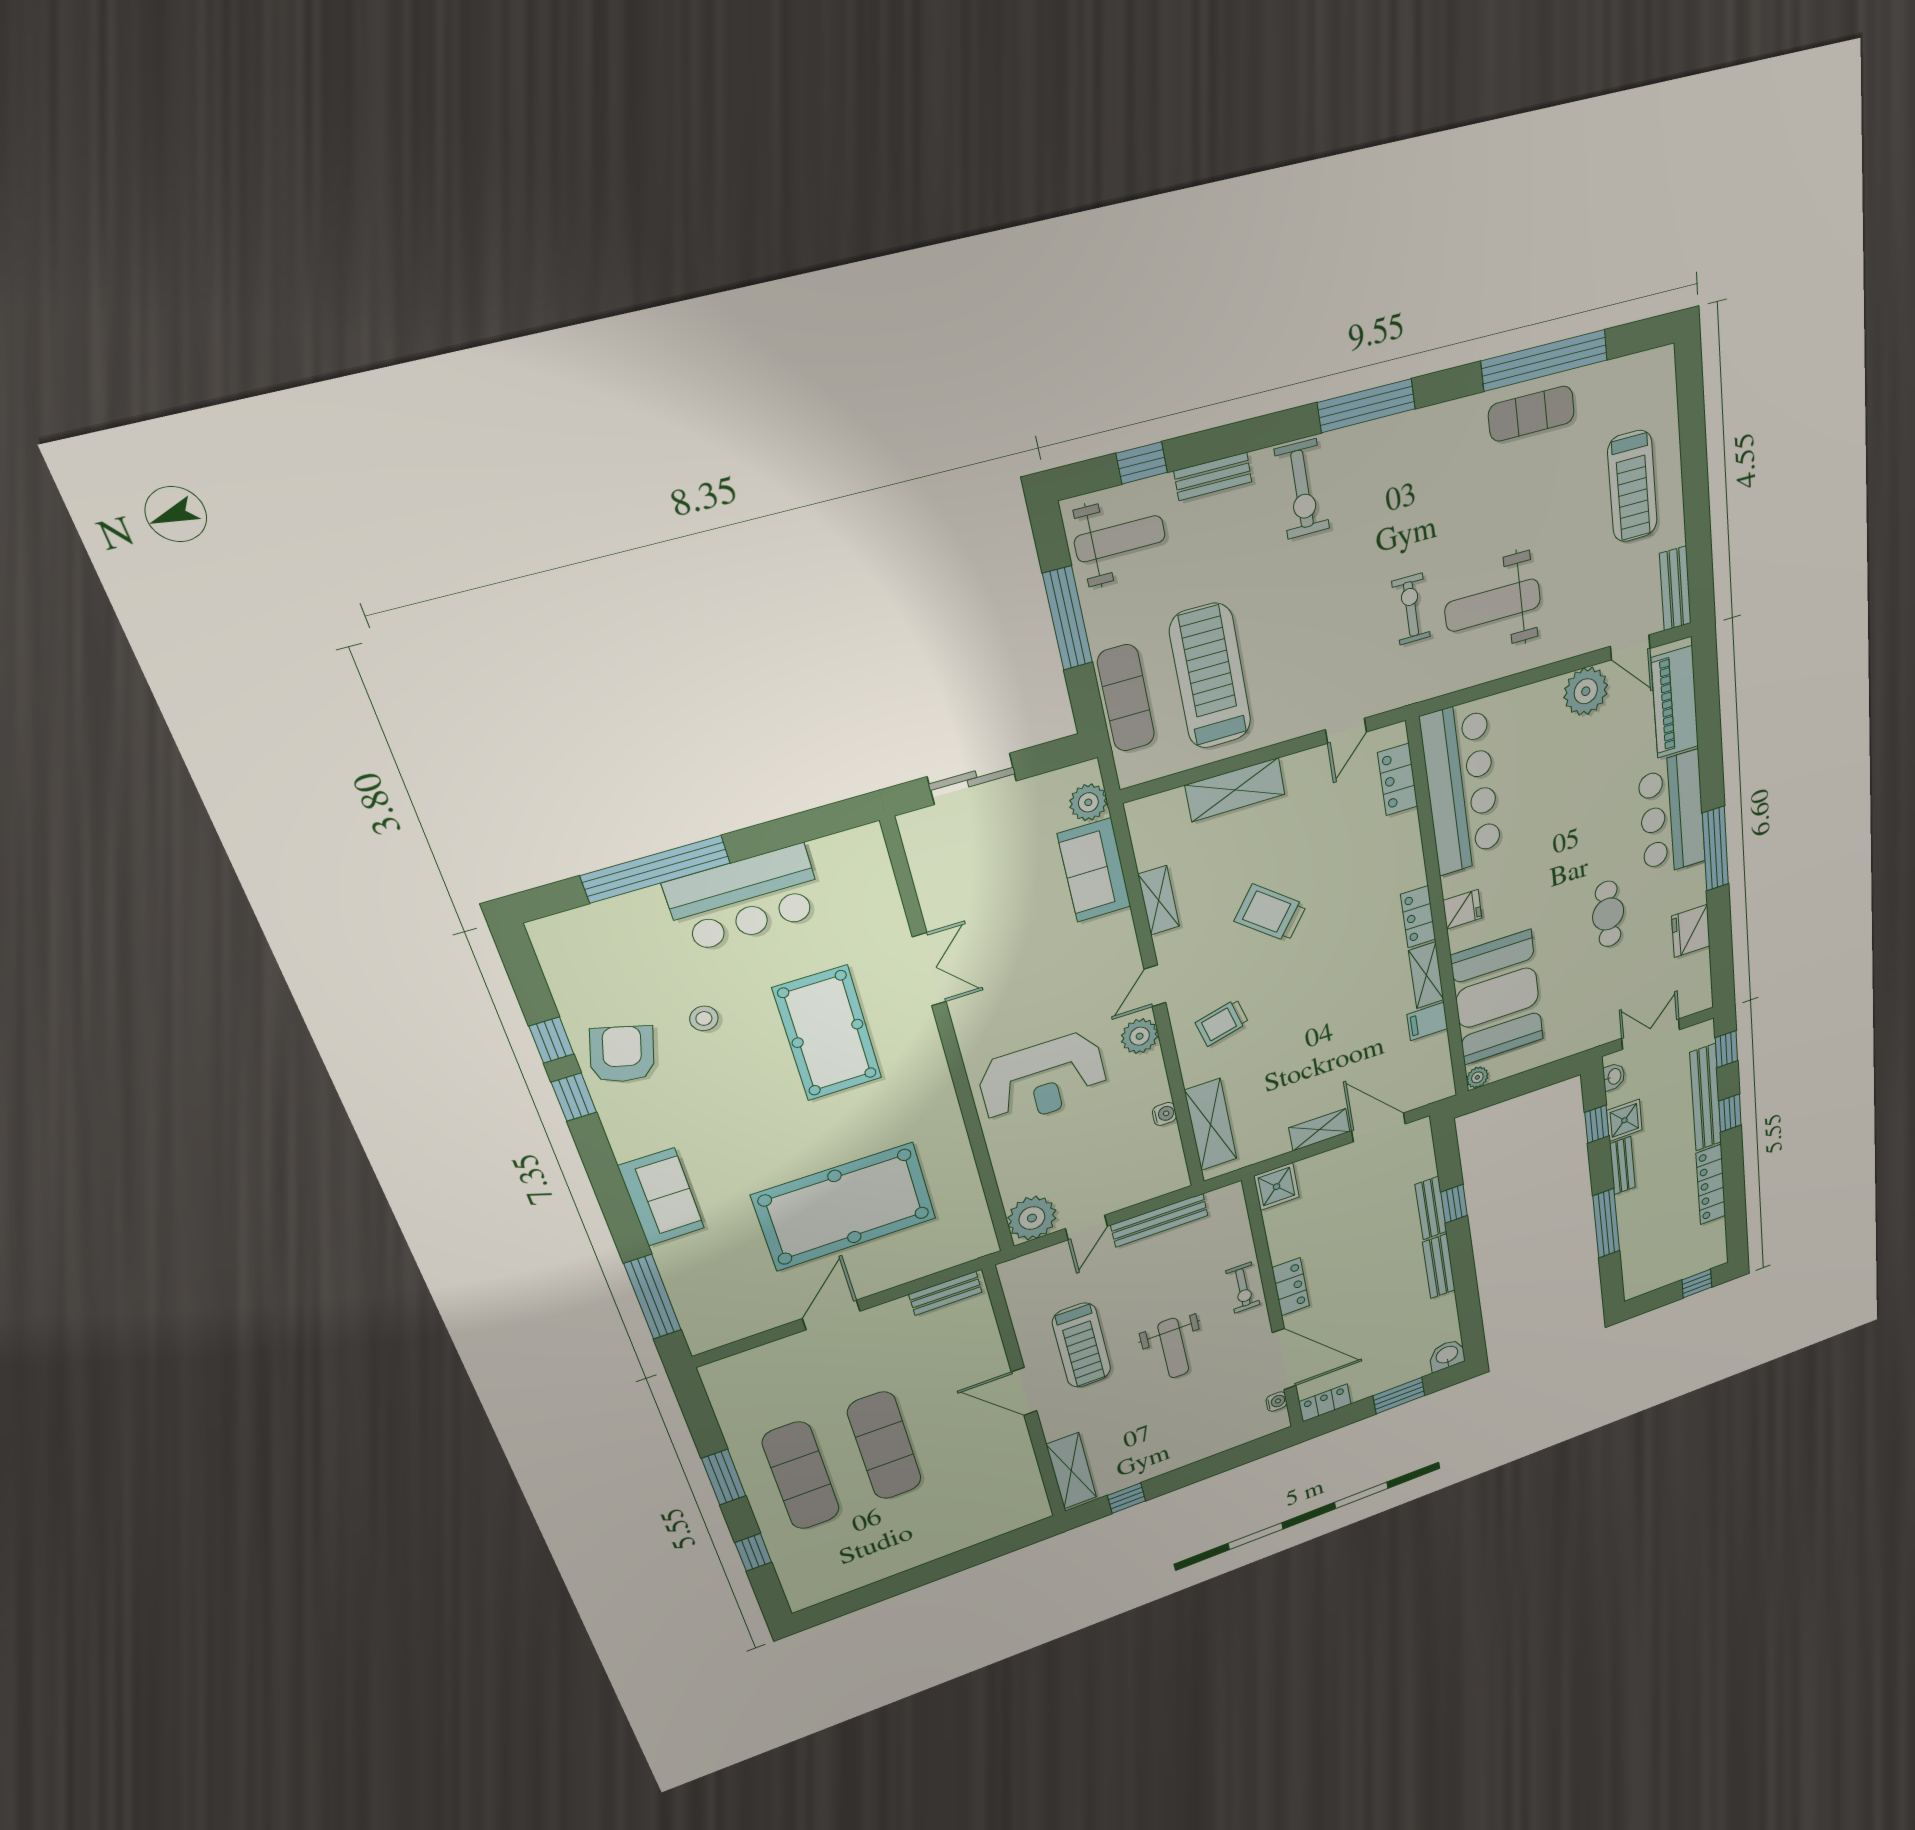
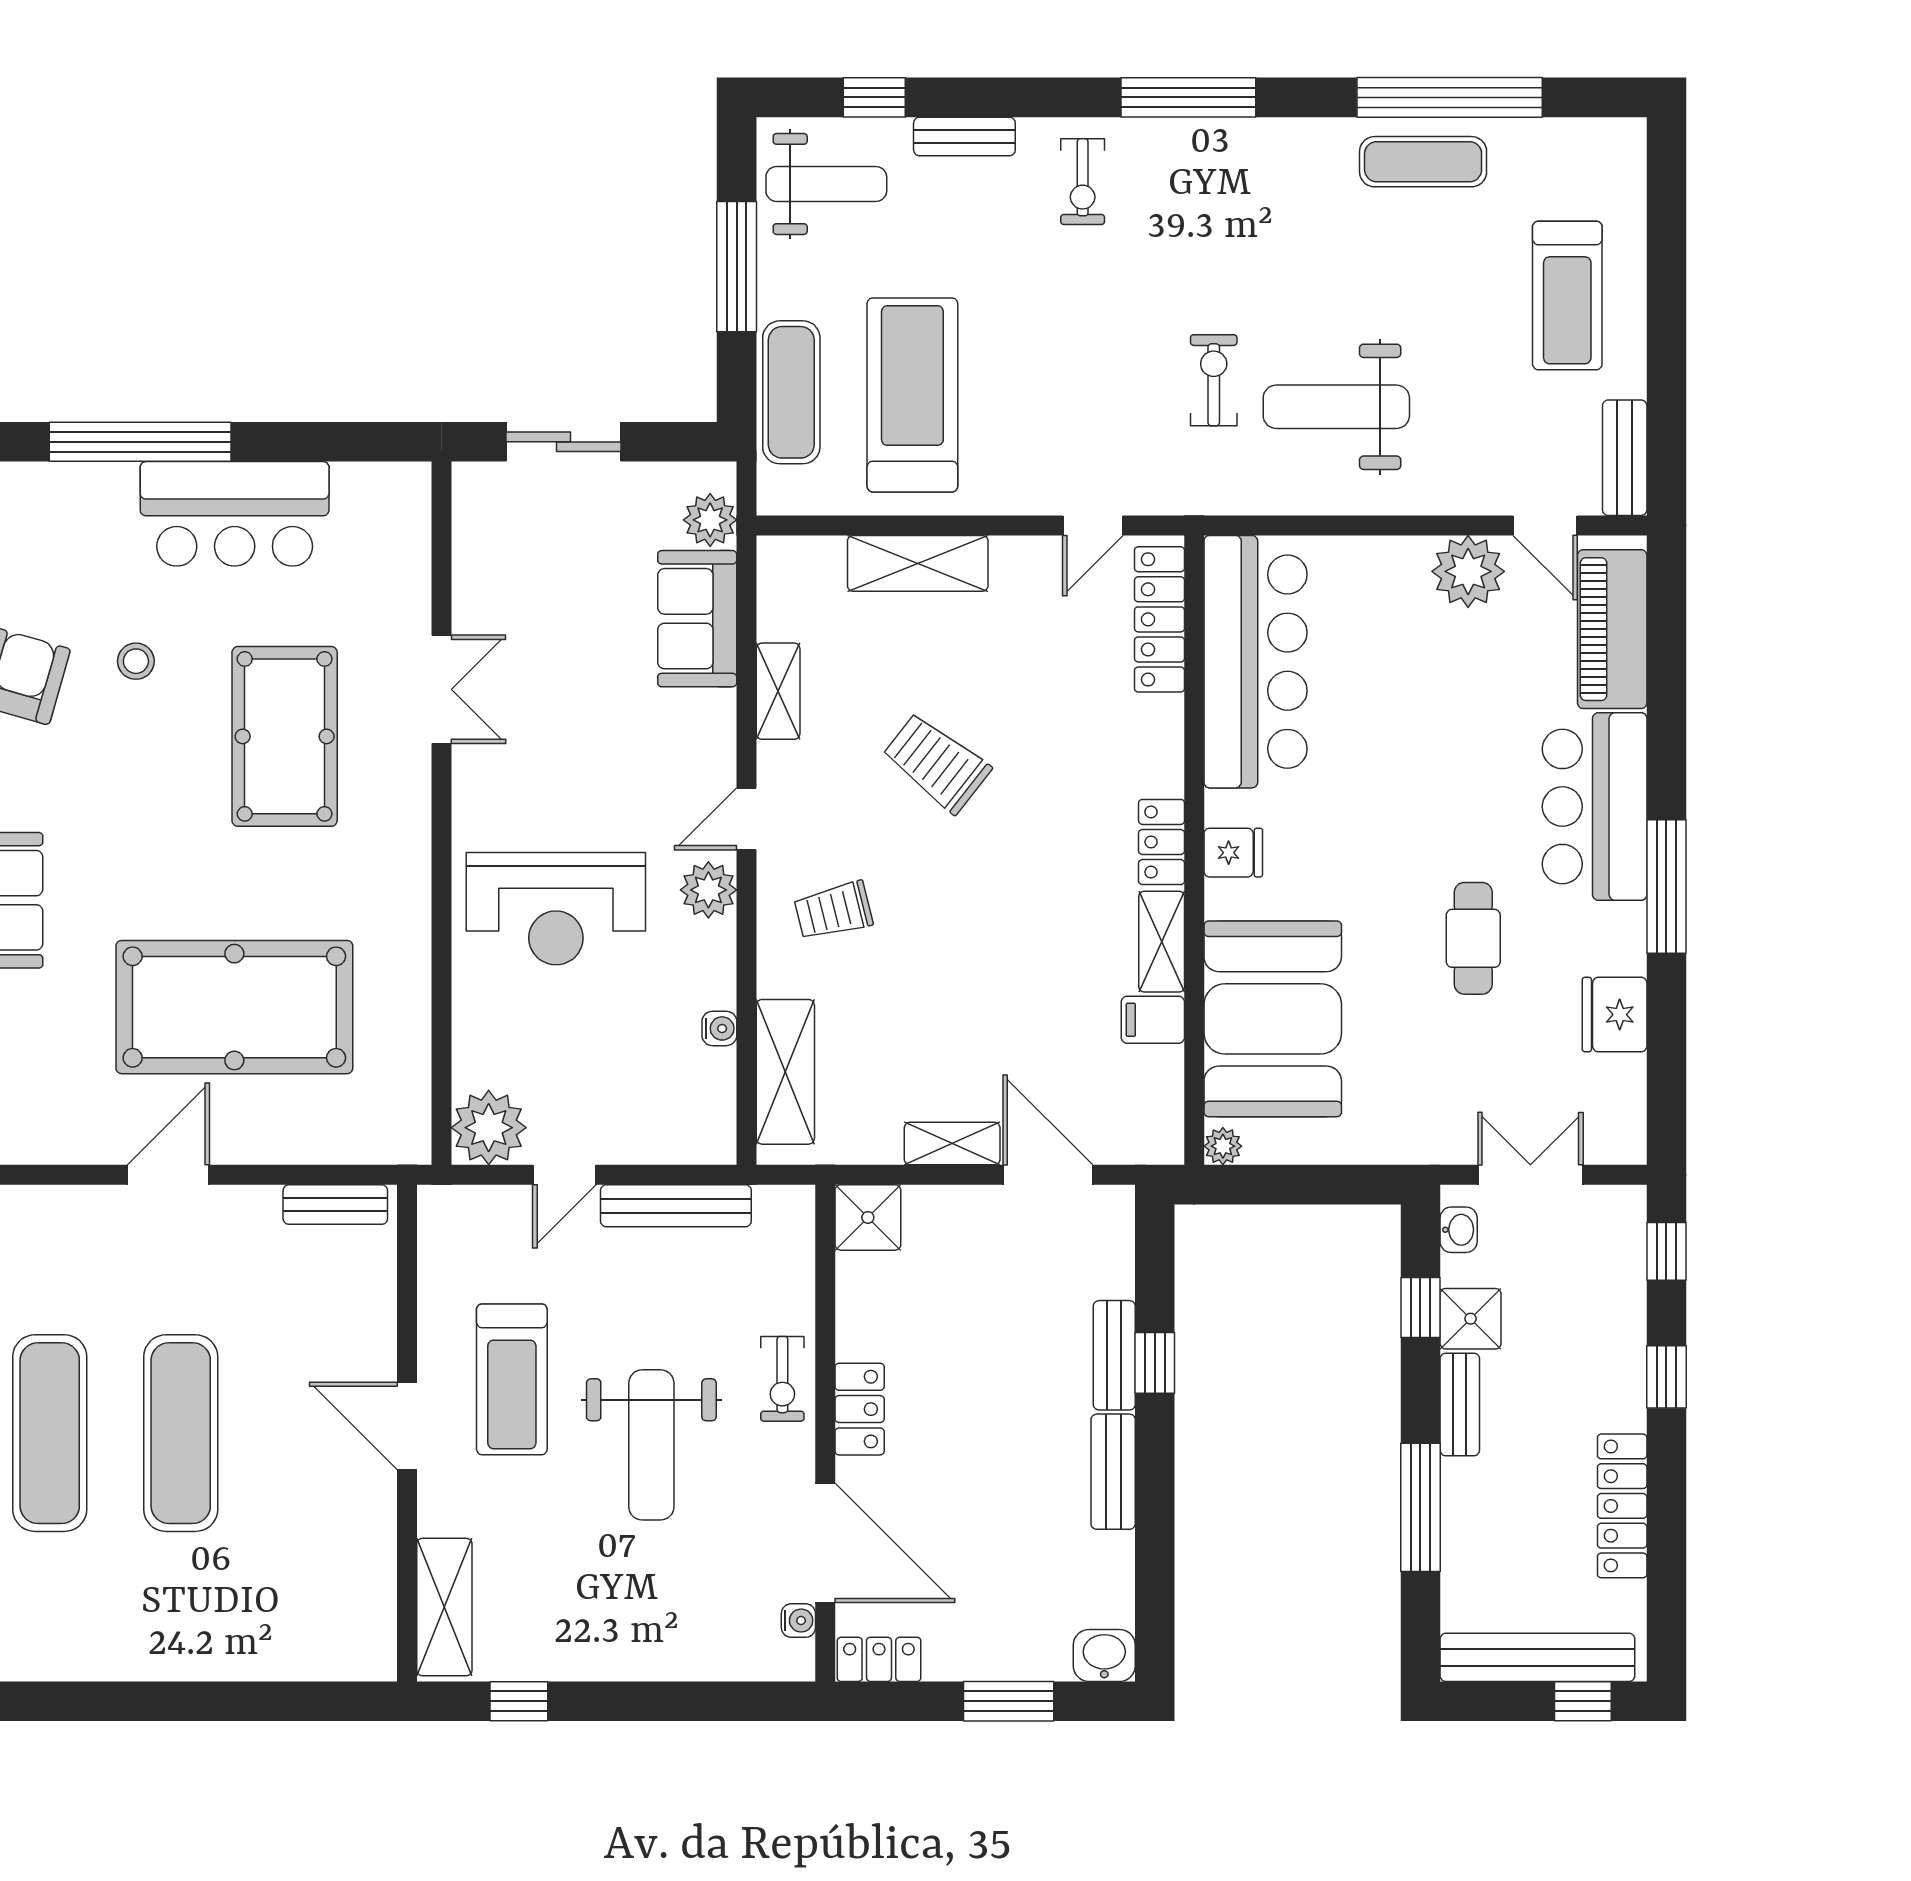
exercise bike: (1302, 489) -> (1083, 182), width x0.73, depth x0.72
locker: (1398, 779) -> (1159, 619), width x1.53
bench: (1706, 1098) -> (1537, 1657), moved, turned 90
weight bench: (1173, 1348) -> (651, 1445), width x1.36, depth x1.33

